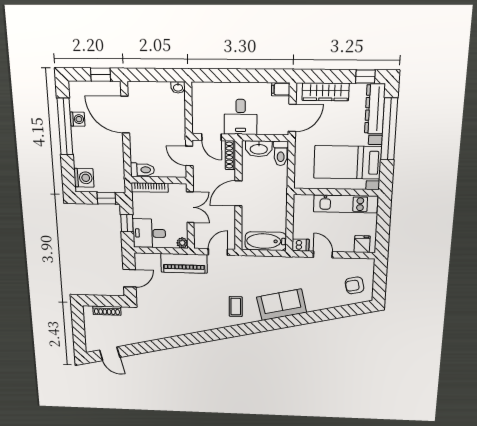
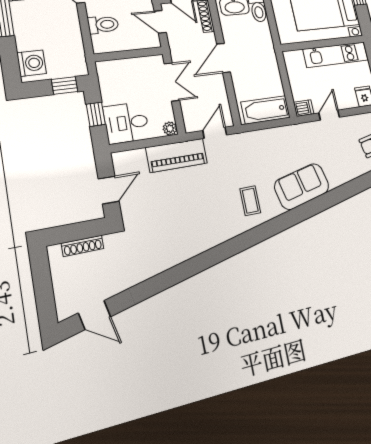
toilet: (142, 170) -> (103, 25), moved
bookcase: (150, 188) -> (119, 65), removed
door: (323, 254) -> (329, 115), hinge flipped

